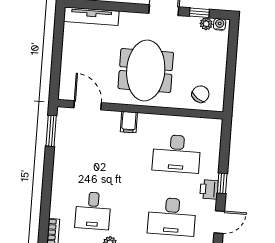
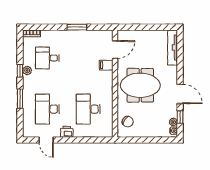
filing cabinet: (129, 122) -> (106, 65), moved
window: (51, 131) -> (77, 27), moved
window: (222, 183) -> (71, 140), removed

